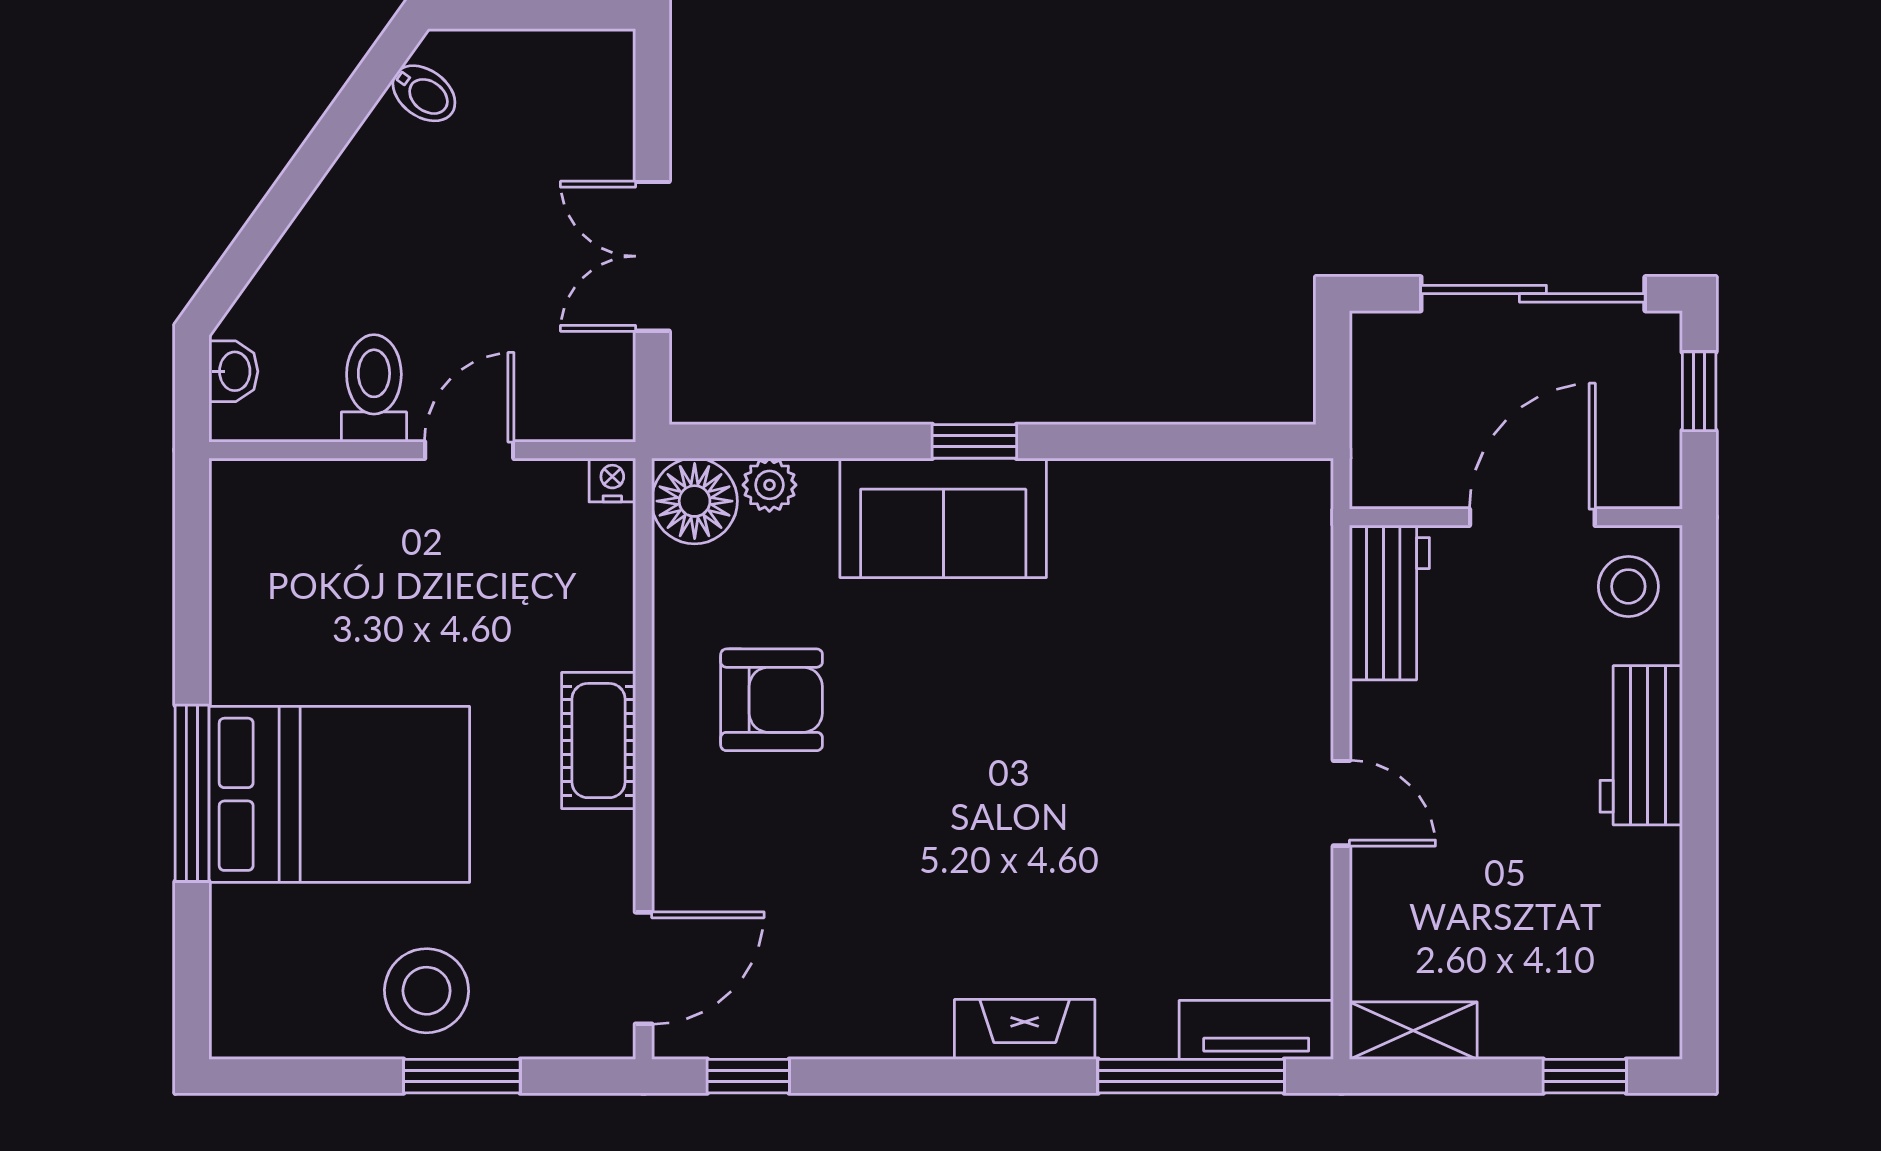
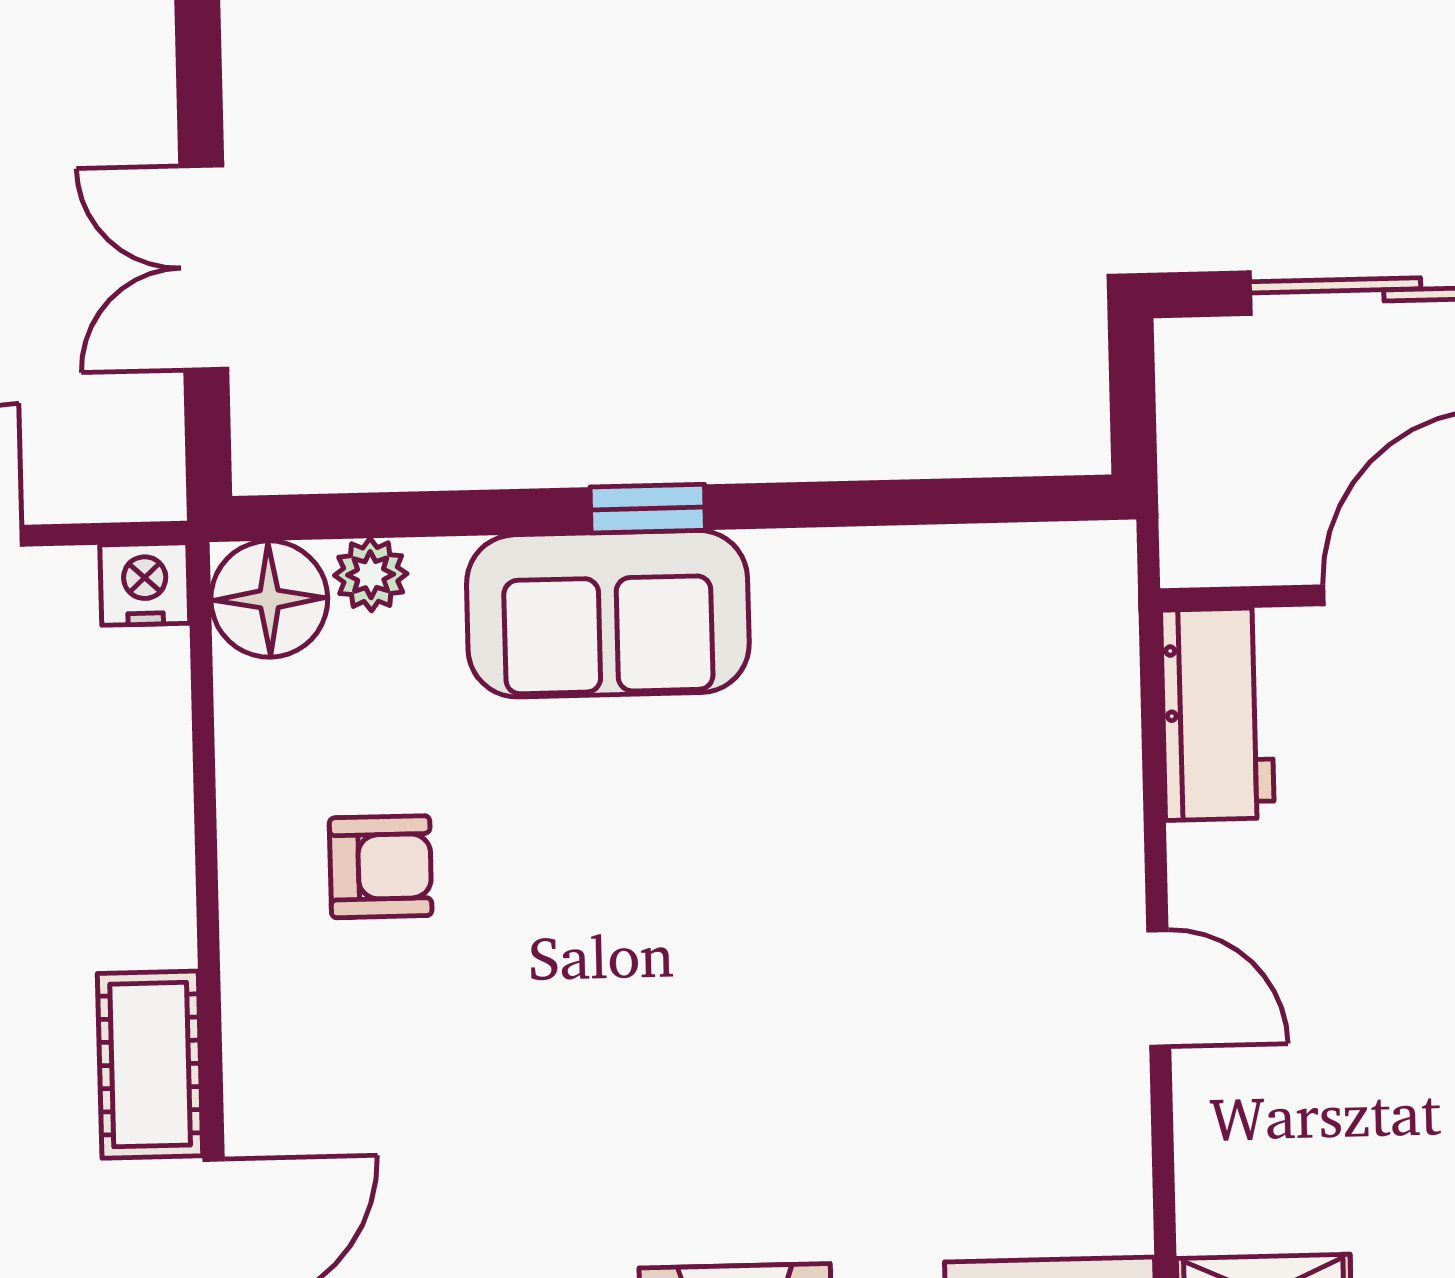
nightstand: (612, 480) -> (145, 584), width x1.39, depth x1.35
armchair: (772, 700) -> (381, 867), width x0.72, depth x0.72
cot: (599, 741) -> (150, 1065), moved

